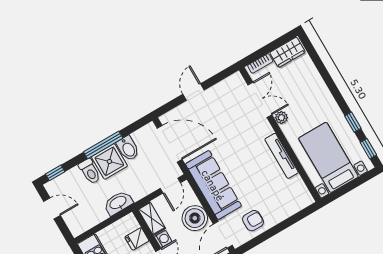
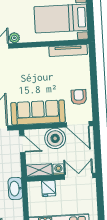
tv unit: (282, 156) -> (68, 51), moved

